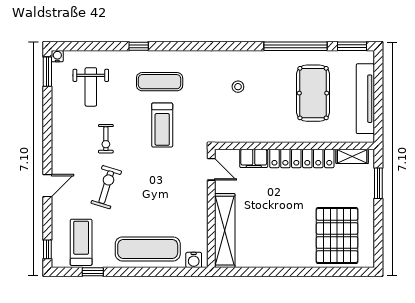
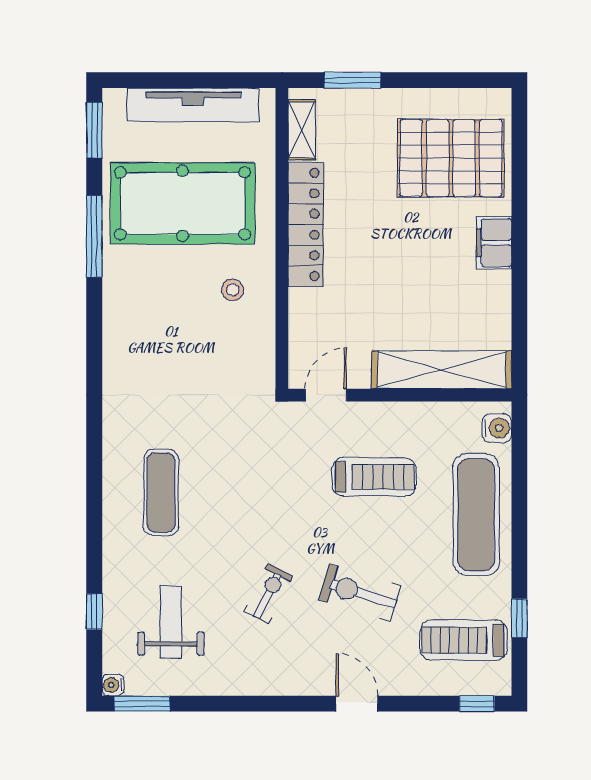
window: (139, 46) -> (94, 612), moved
window: (295, 46) -> (94, 236), width x0.68
weight bench: (91, 87) -> (171, 622), turned -90
stool: (238, 87) -> (233, 290), moved
pool table: (313, 93) -> (183, 203), width x1.36, depth x1.32
treadmill: (162, 125) -> (374, 477), moved
exercise bike: (106, 139) -> (269, 594), turned -63
filing cabinet: (254, 158) -> (494, 243), moved, turned 180

